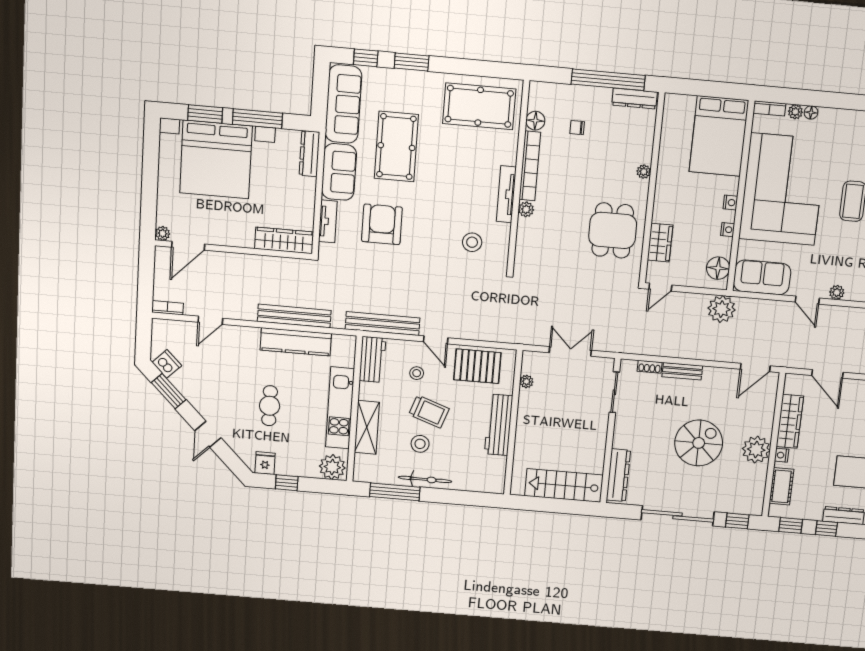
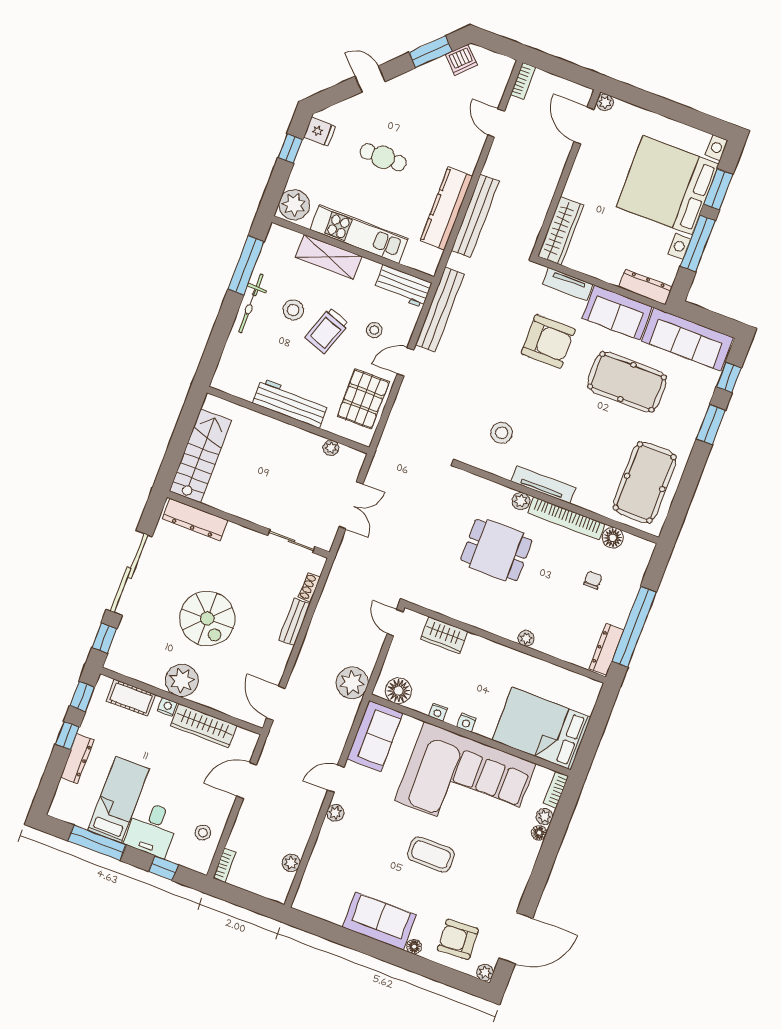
dining table: (613, 230) -> (496, 550), moved

